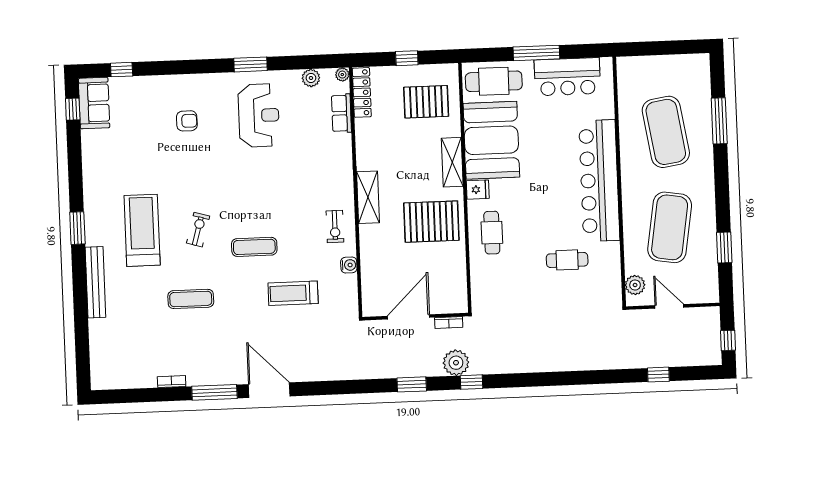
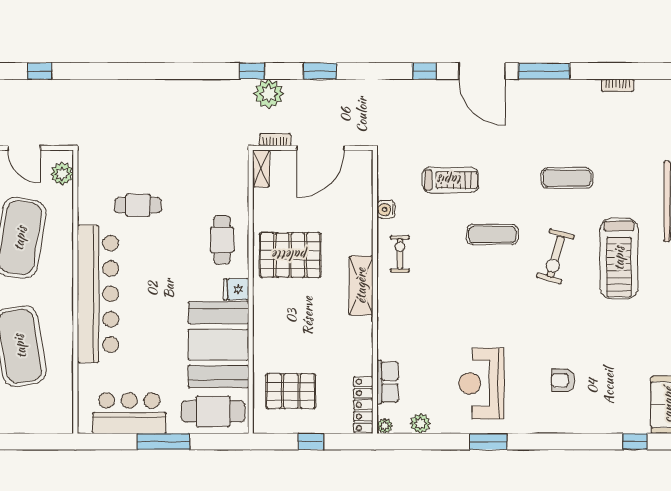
shelving: (452, 162) -> (261, 169), moved, width x0.67, depth x0.75
exercise bike: (198, 230) -> (555, 257), width x1.38, depth x1.39
bookcase: (172, 382) -> (618, 85), moved
window: (320, 388) -> (424, 71), added

